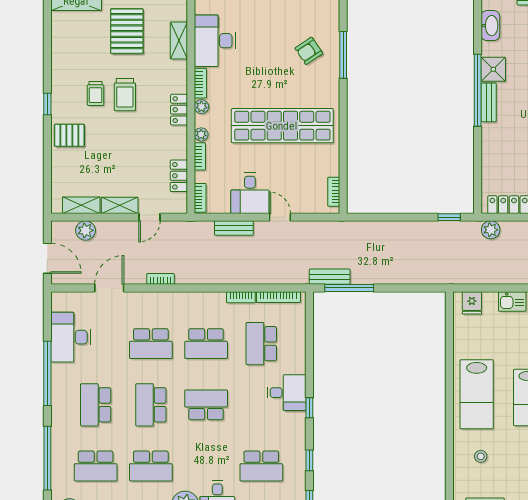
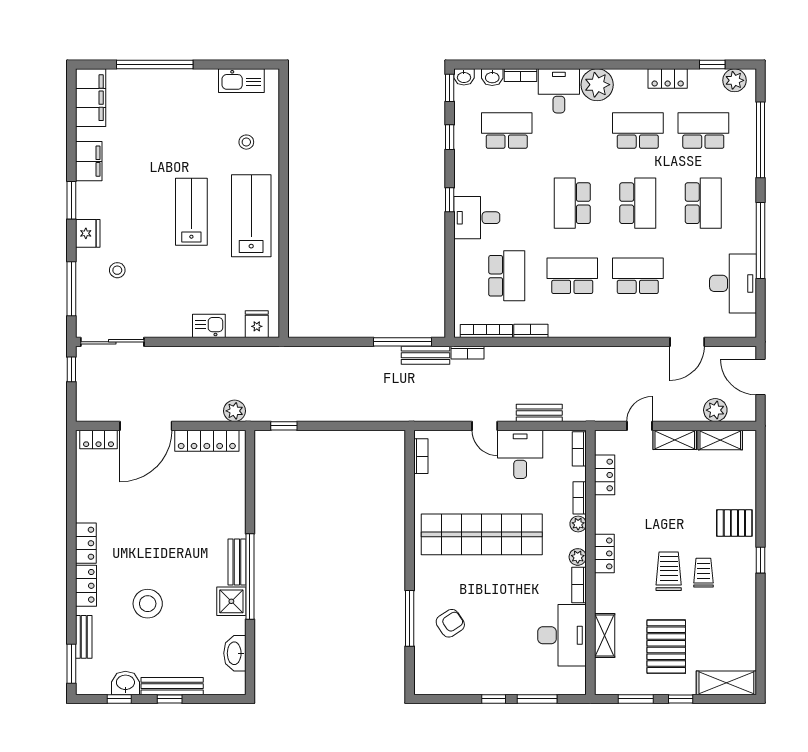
bookcase: (160, 279) -> (468, 353), moved
school desk: (206, 405) -> (572, 203), turned 90

